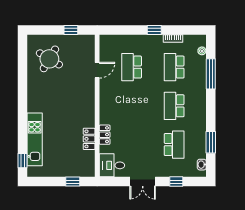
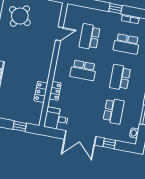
school desk: (174, 67) -> (127, 44), turned -90
school desk: (132, 106) -> (83, 70), added
double door: (143, 182) -> (80, 138), width x1.37

